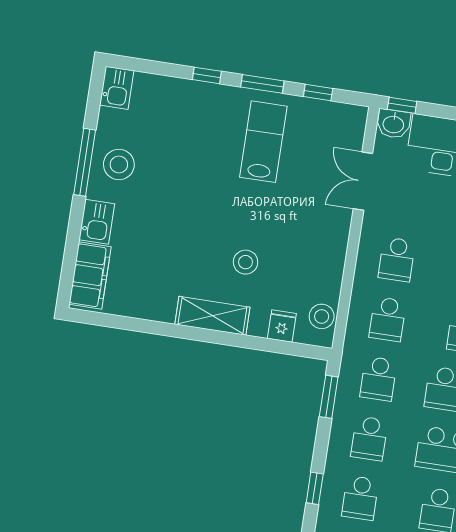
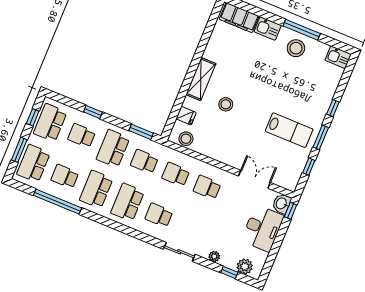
school desk: (369, 438) -> (113, 149), width x1.85

